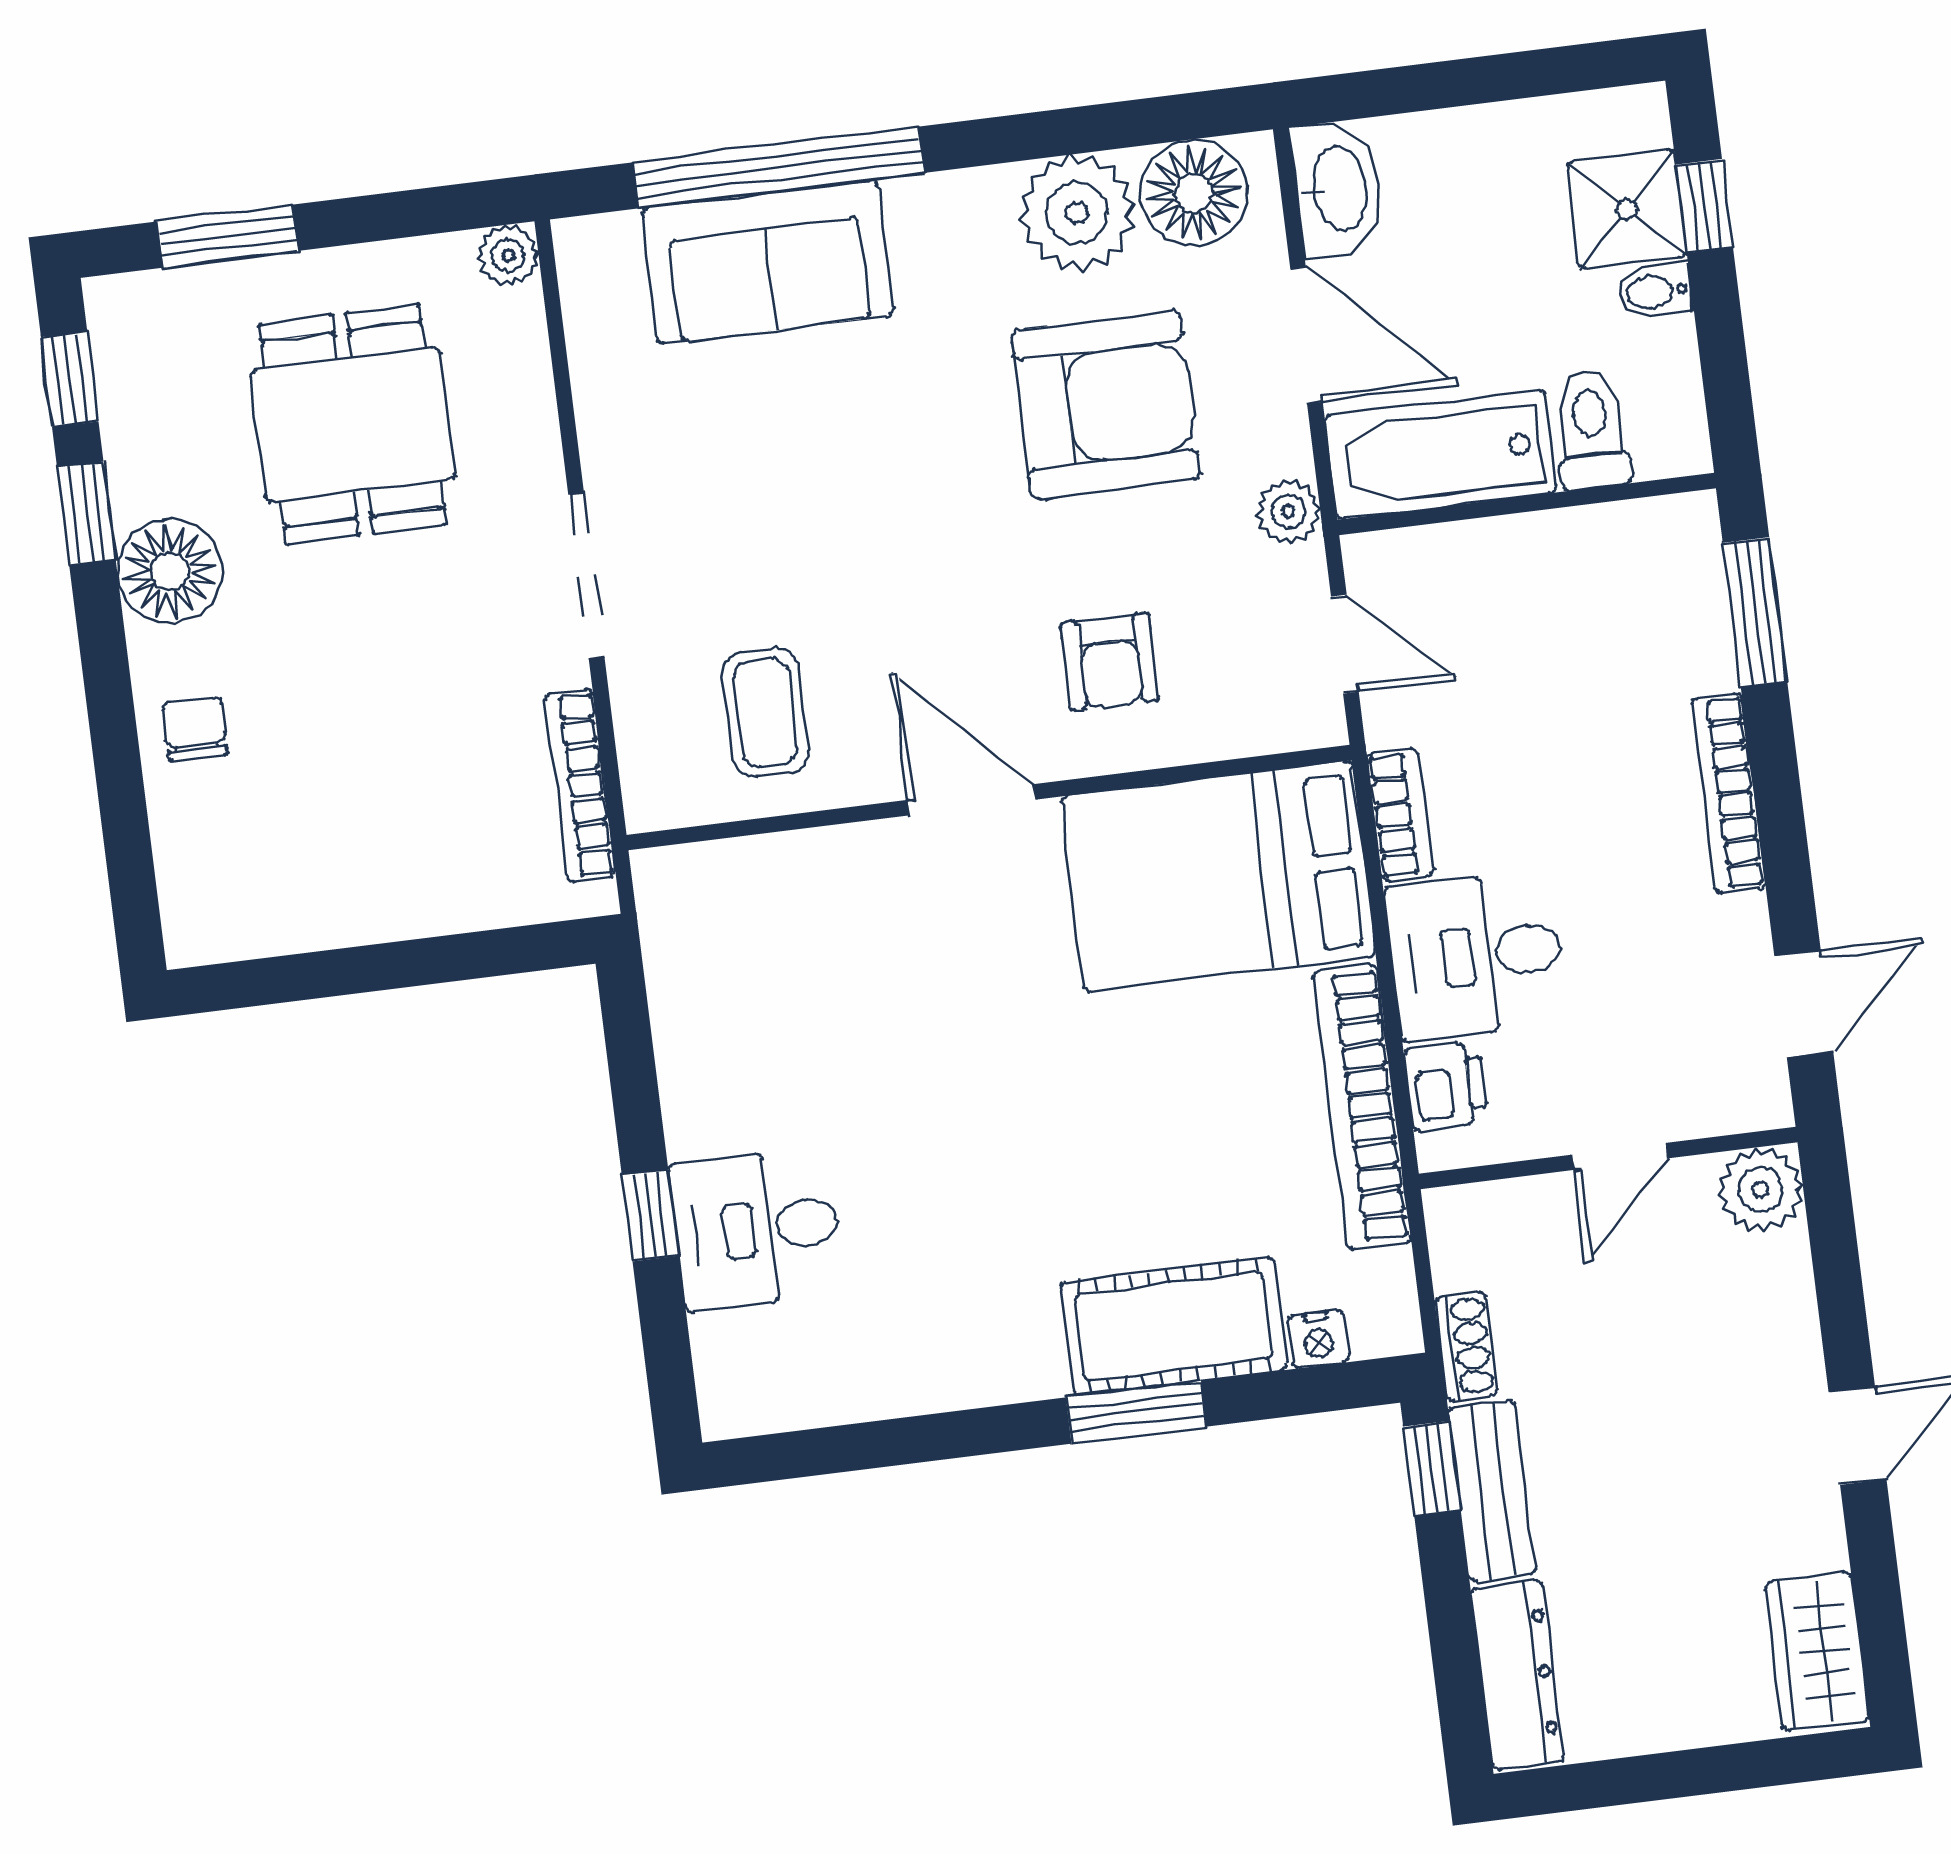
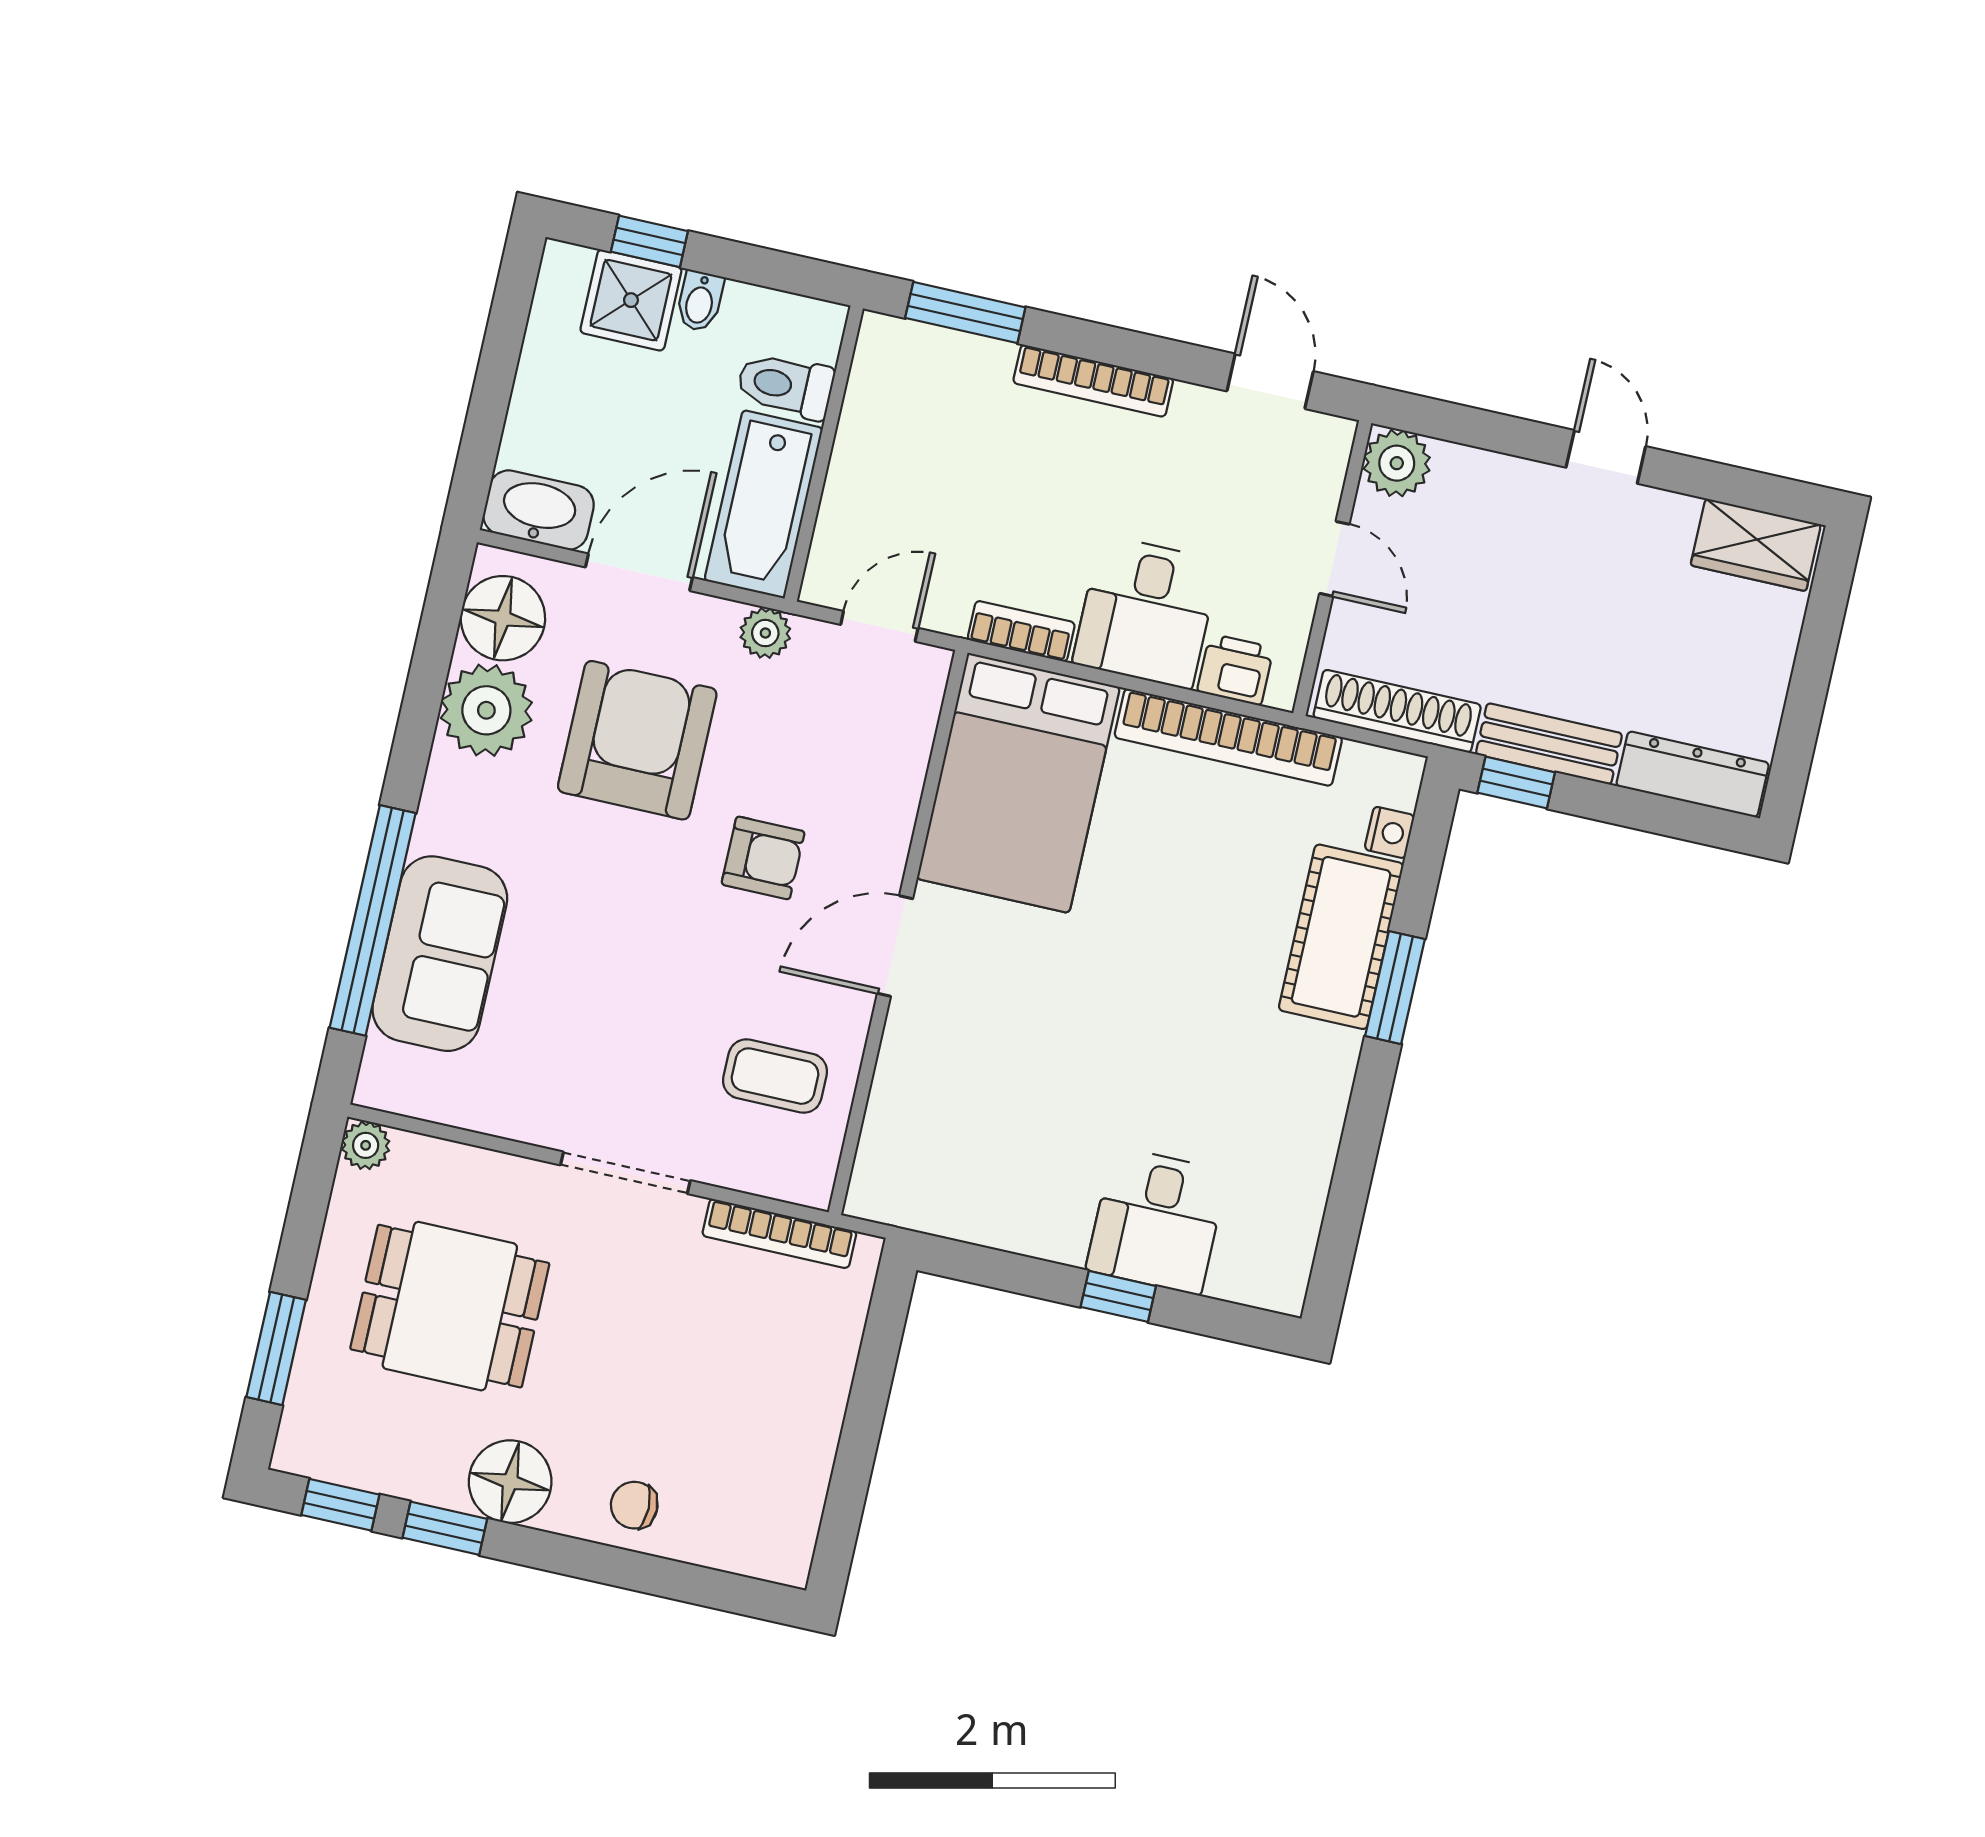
armchair: (1110, 662) -> (763, 858), moved
shoe rack: (1466, 1346) -> (1397, 711), width x1.94, depth x1.24

